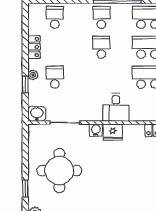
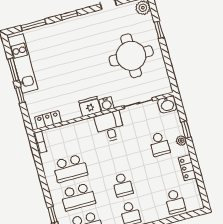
desk: (116, 107) -> (110, 127), moved

